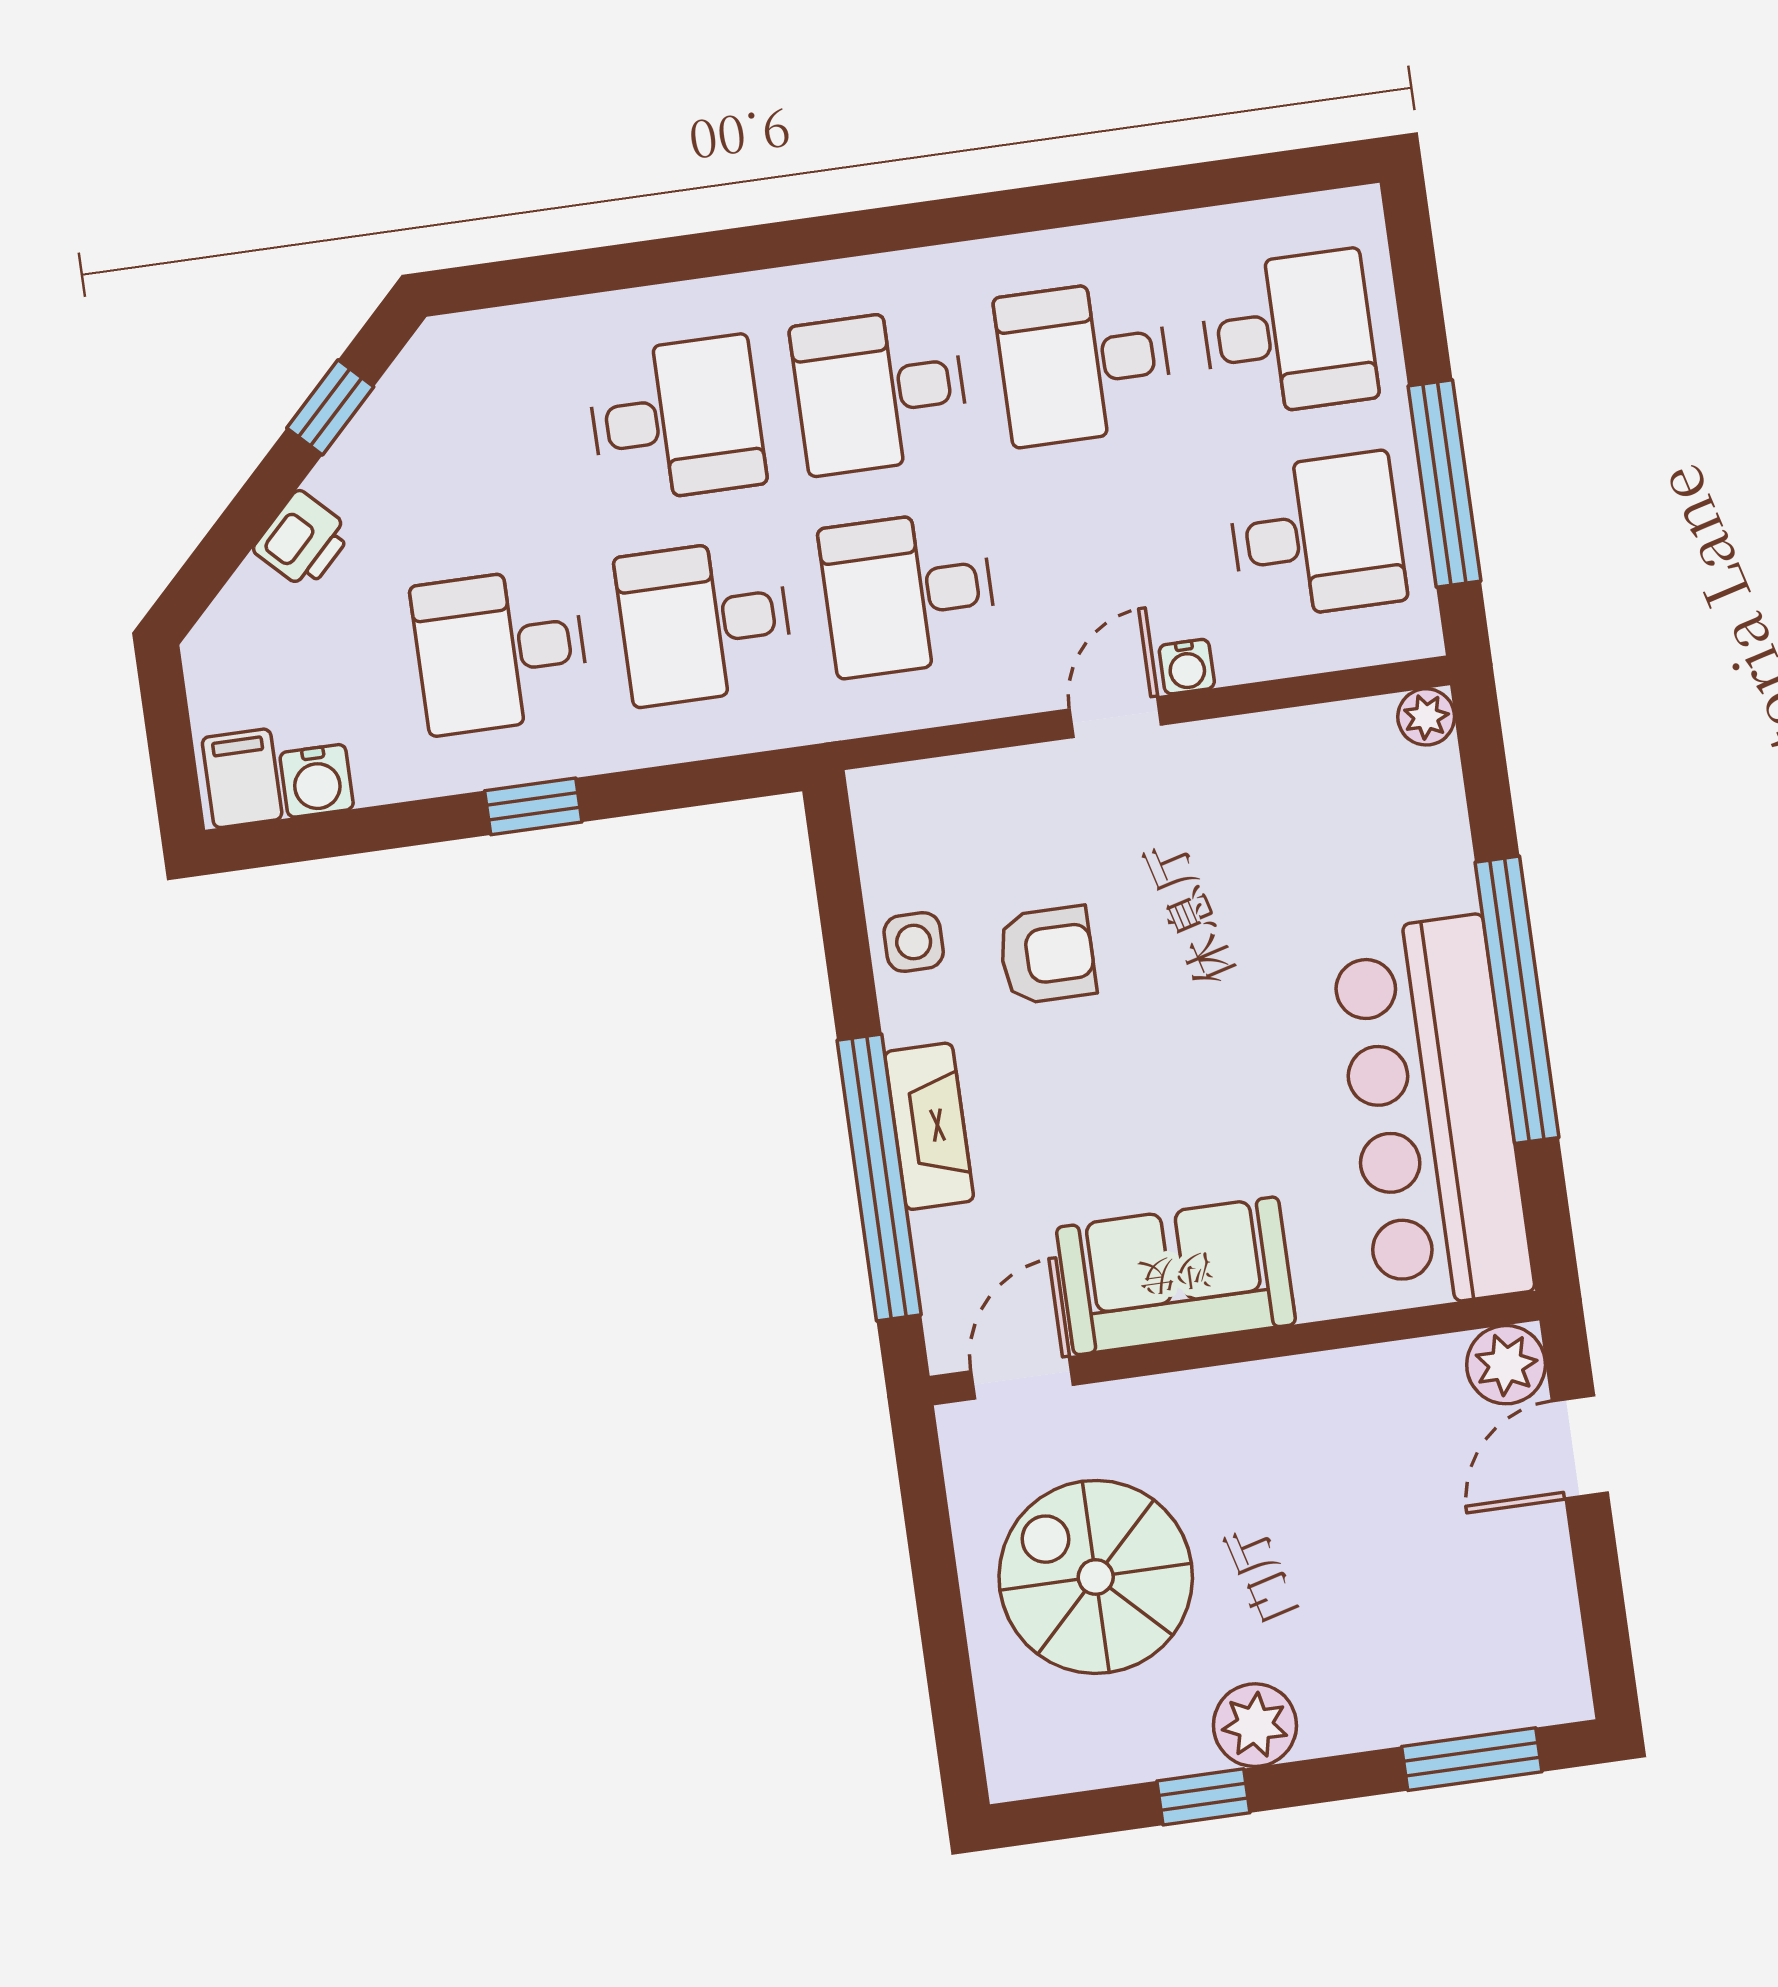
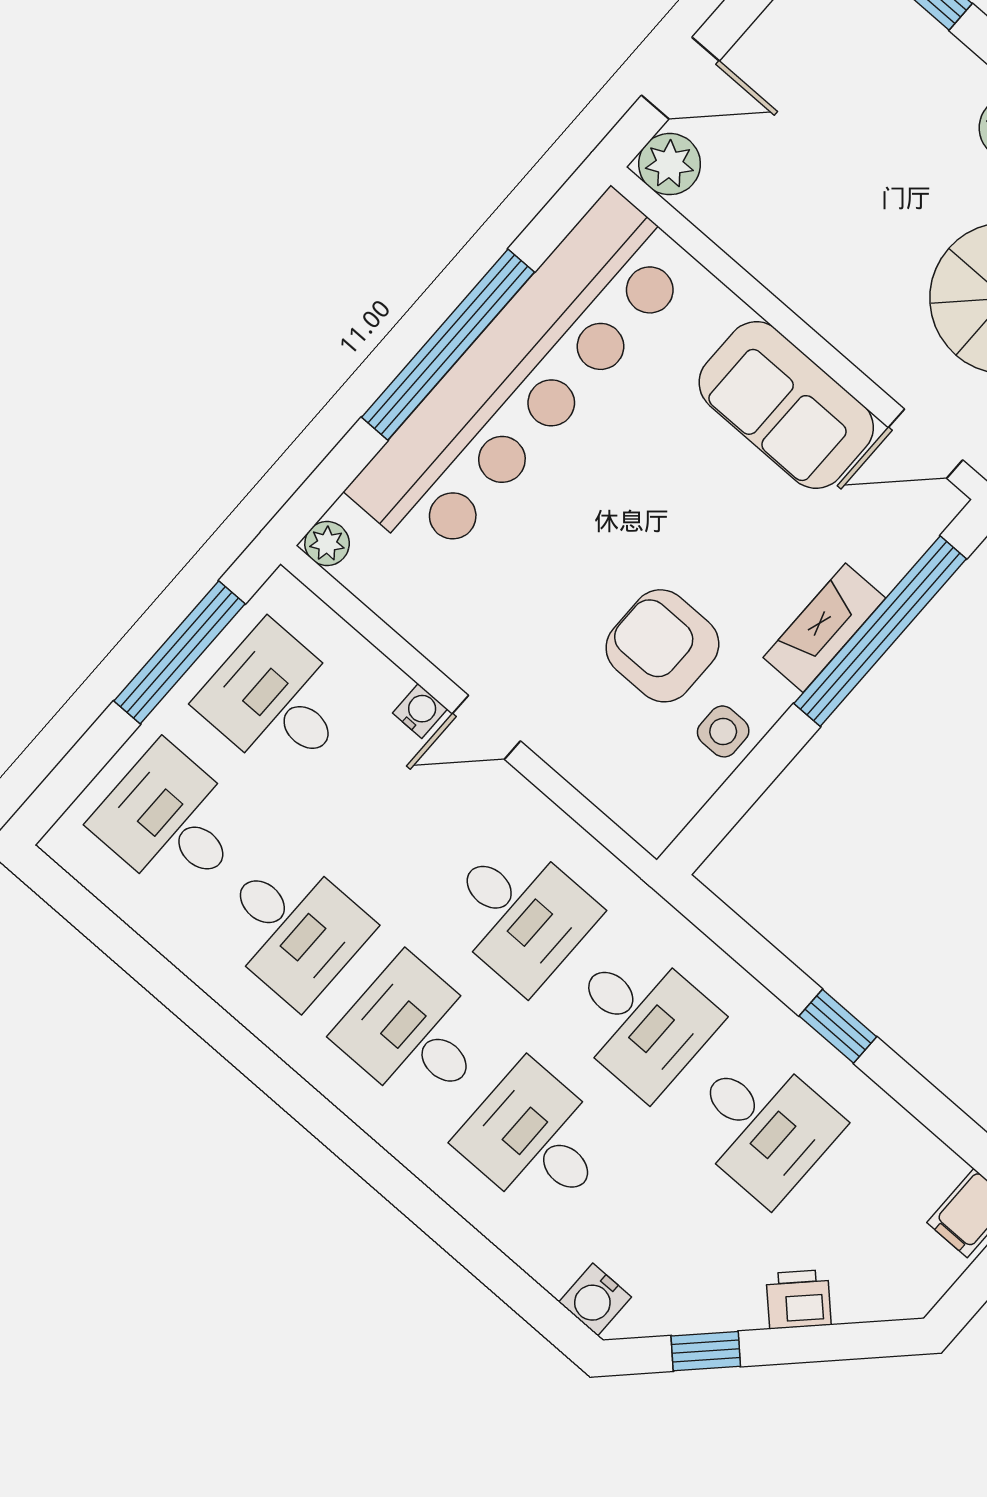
desk: (880, 391) -> (414, 1034), turned 180
water cooler: (317, 781) -> (595, 1299), moved, turned 180
armchair: (1047, 955) -> (662, 646), width x1.38, depth x1.38
bar counter: (1432, 1113) -> (523, 378), width x1.36

